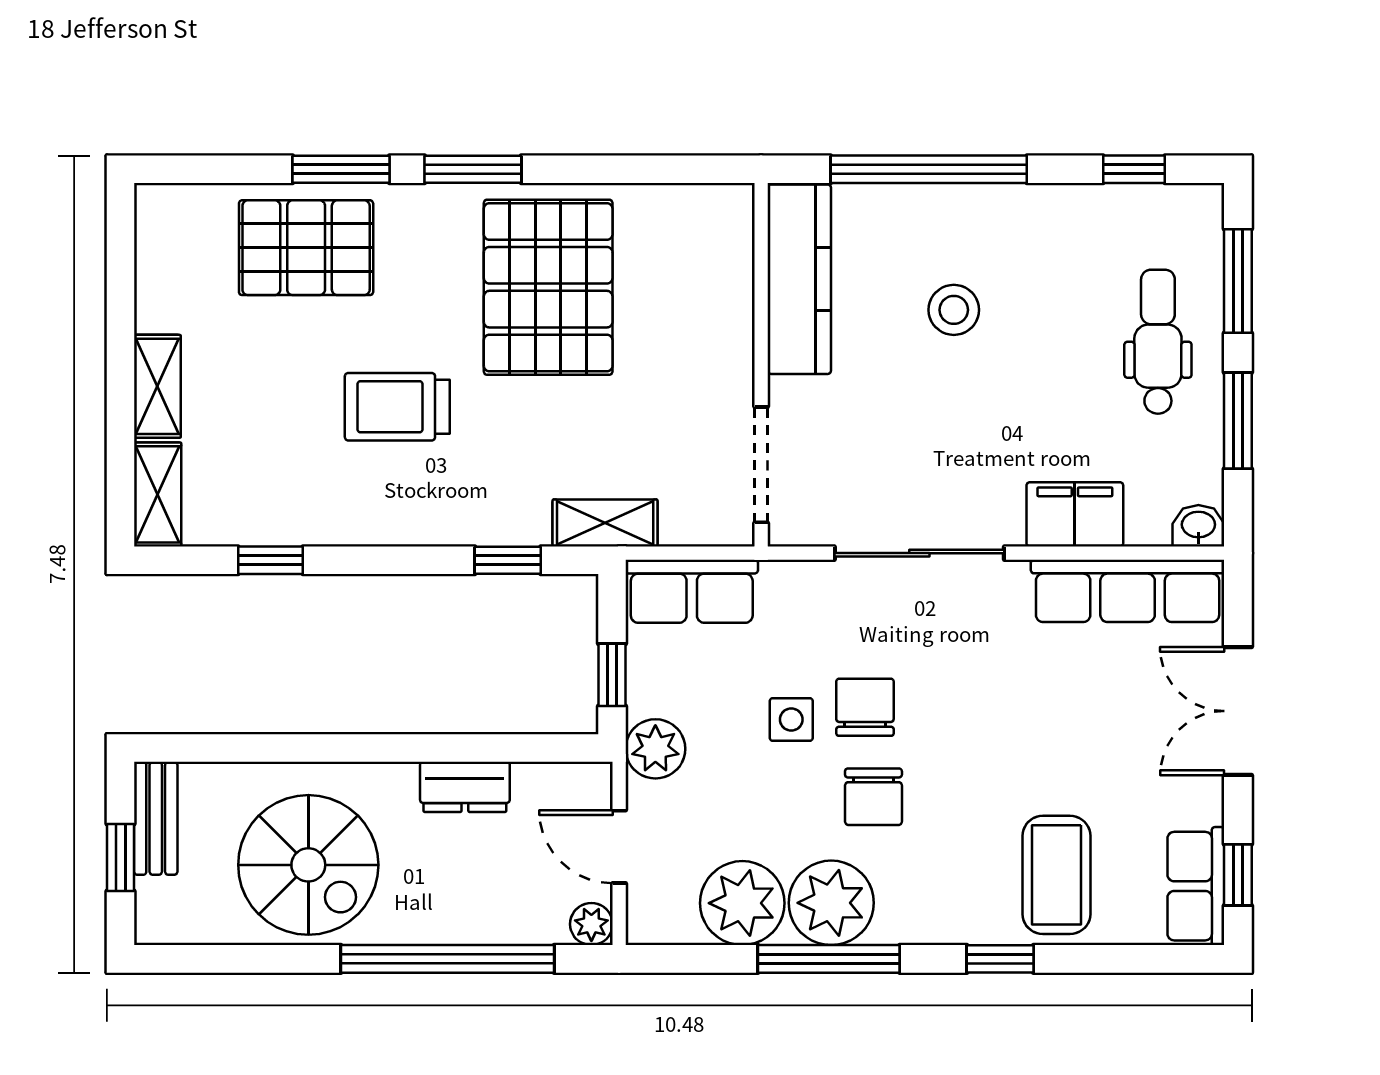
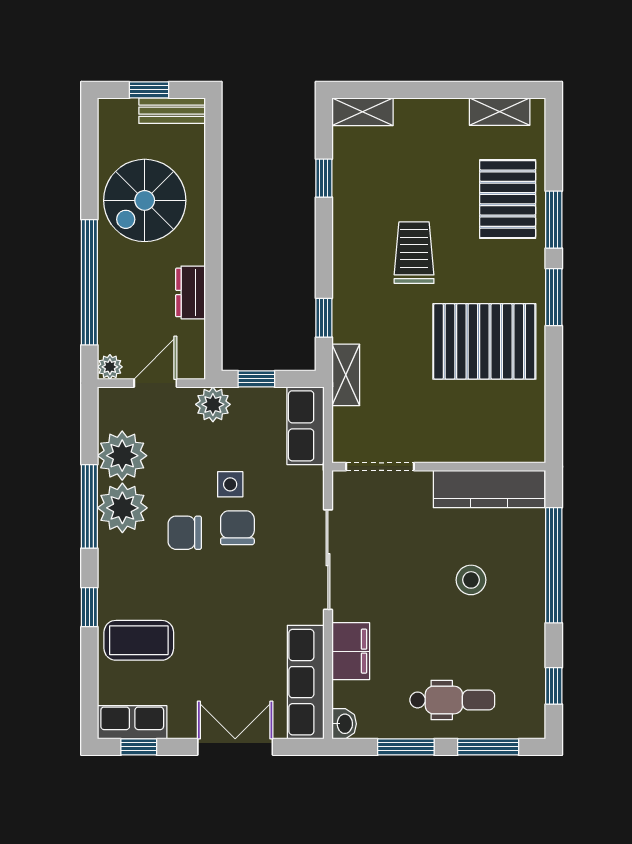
shelving: (157, 386) -> (500, 112), moved
chair: (865, 707) -> (237, 528), turned -90

